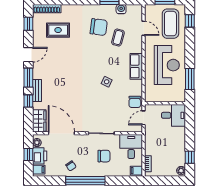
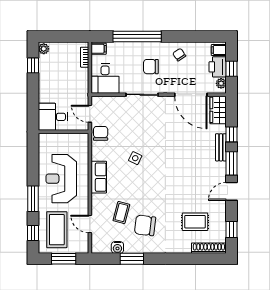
window: (190, 79) -> (33, 199), moved
door: (144, 118) -> (90, 114), swing flipped
chair: (104, 156) -> (151, 67), moved
window: (85, 181) -> (137, 36), moved

